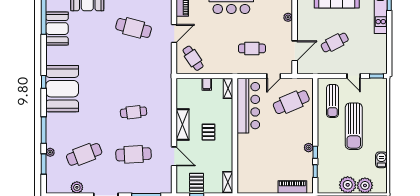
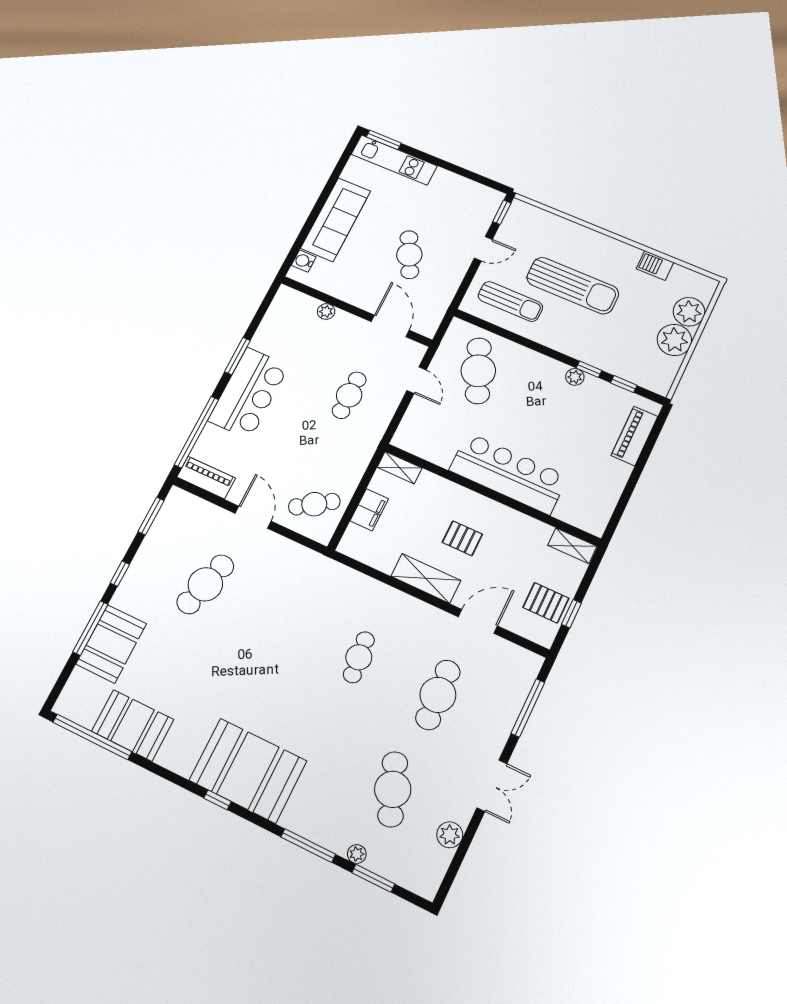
filing cabinet: (207, 84) -> (369, 510), width x2.00
bar counter: (248, 106) -> (508, 473), moved

